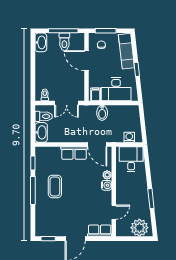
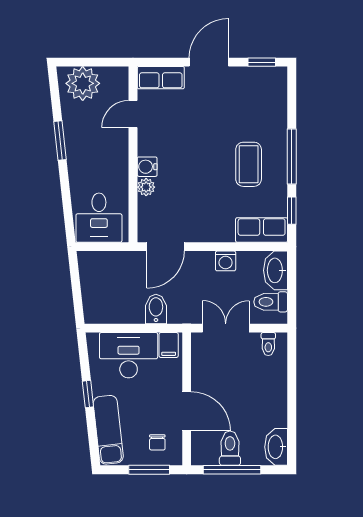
washing machine: (129, 137) -> (226, 261), moved
door: (97, 145) -> (165, 247), swing flipped
row of seats: (74, 153) -> (262, 230), moved

